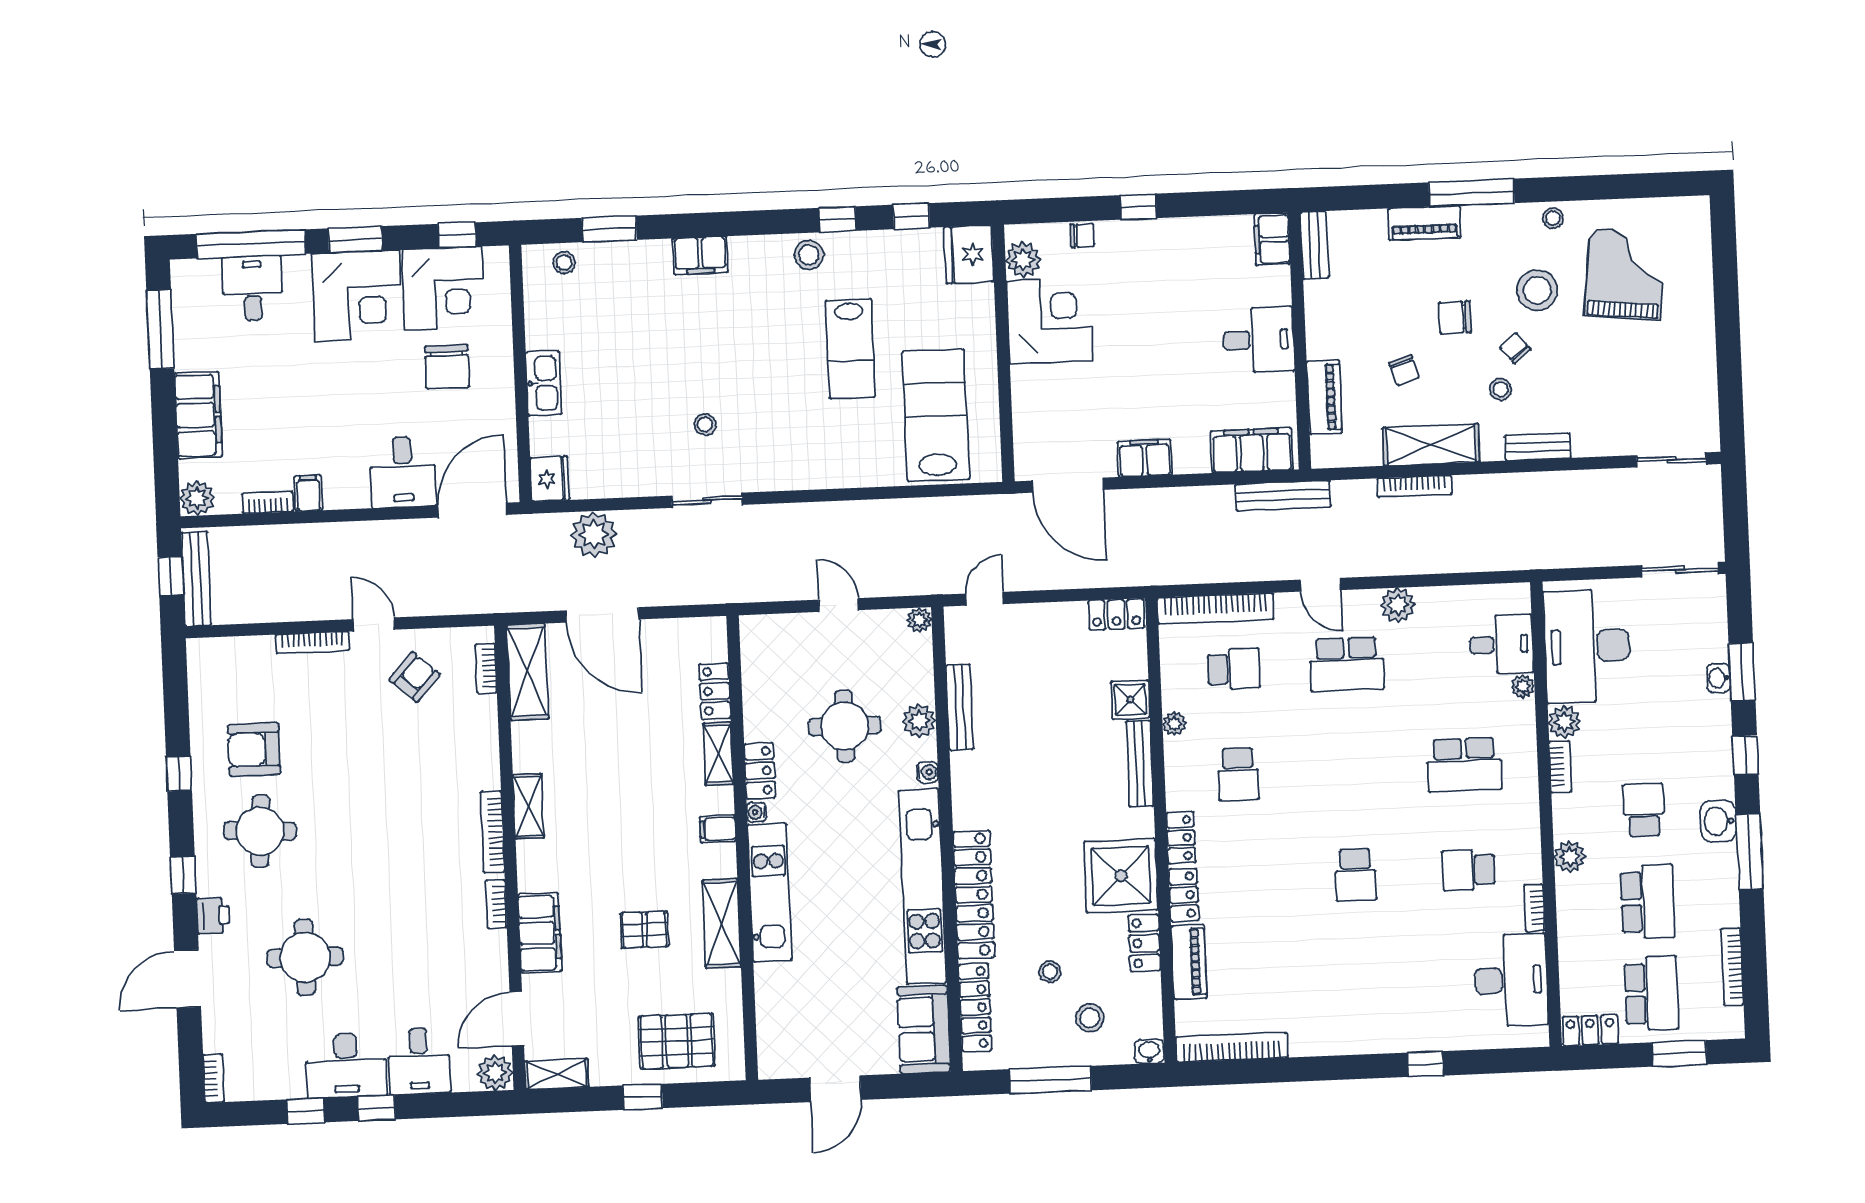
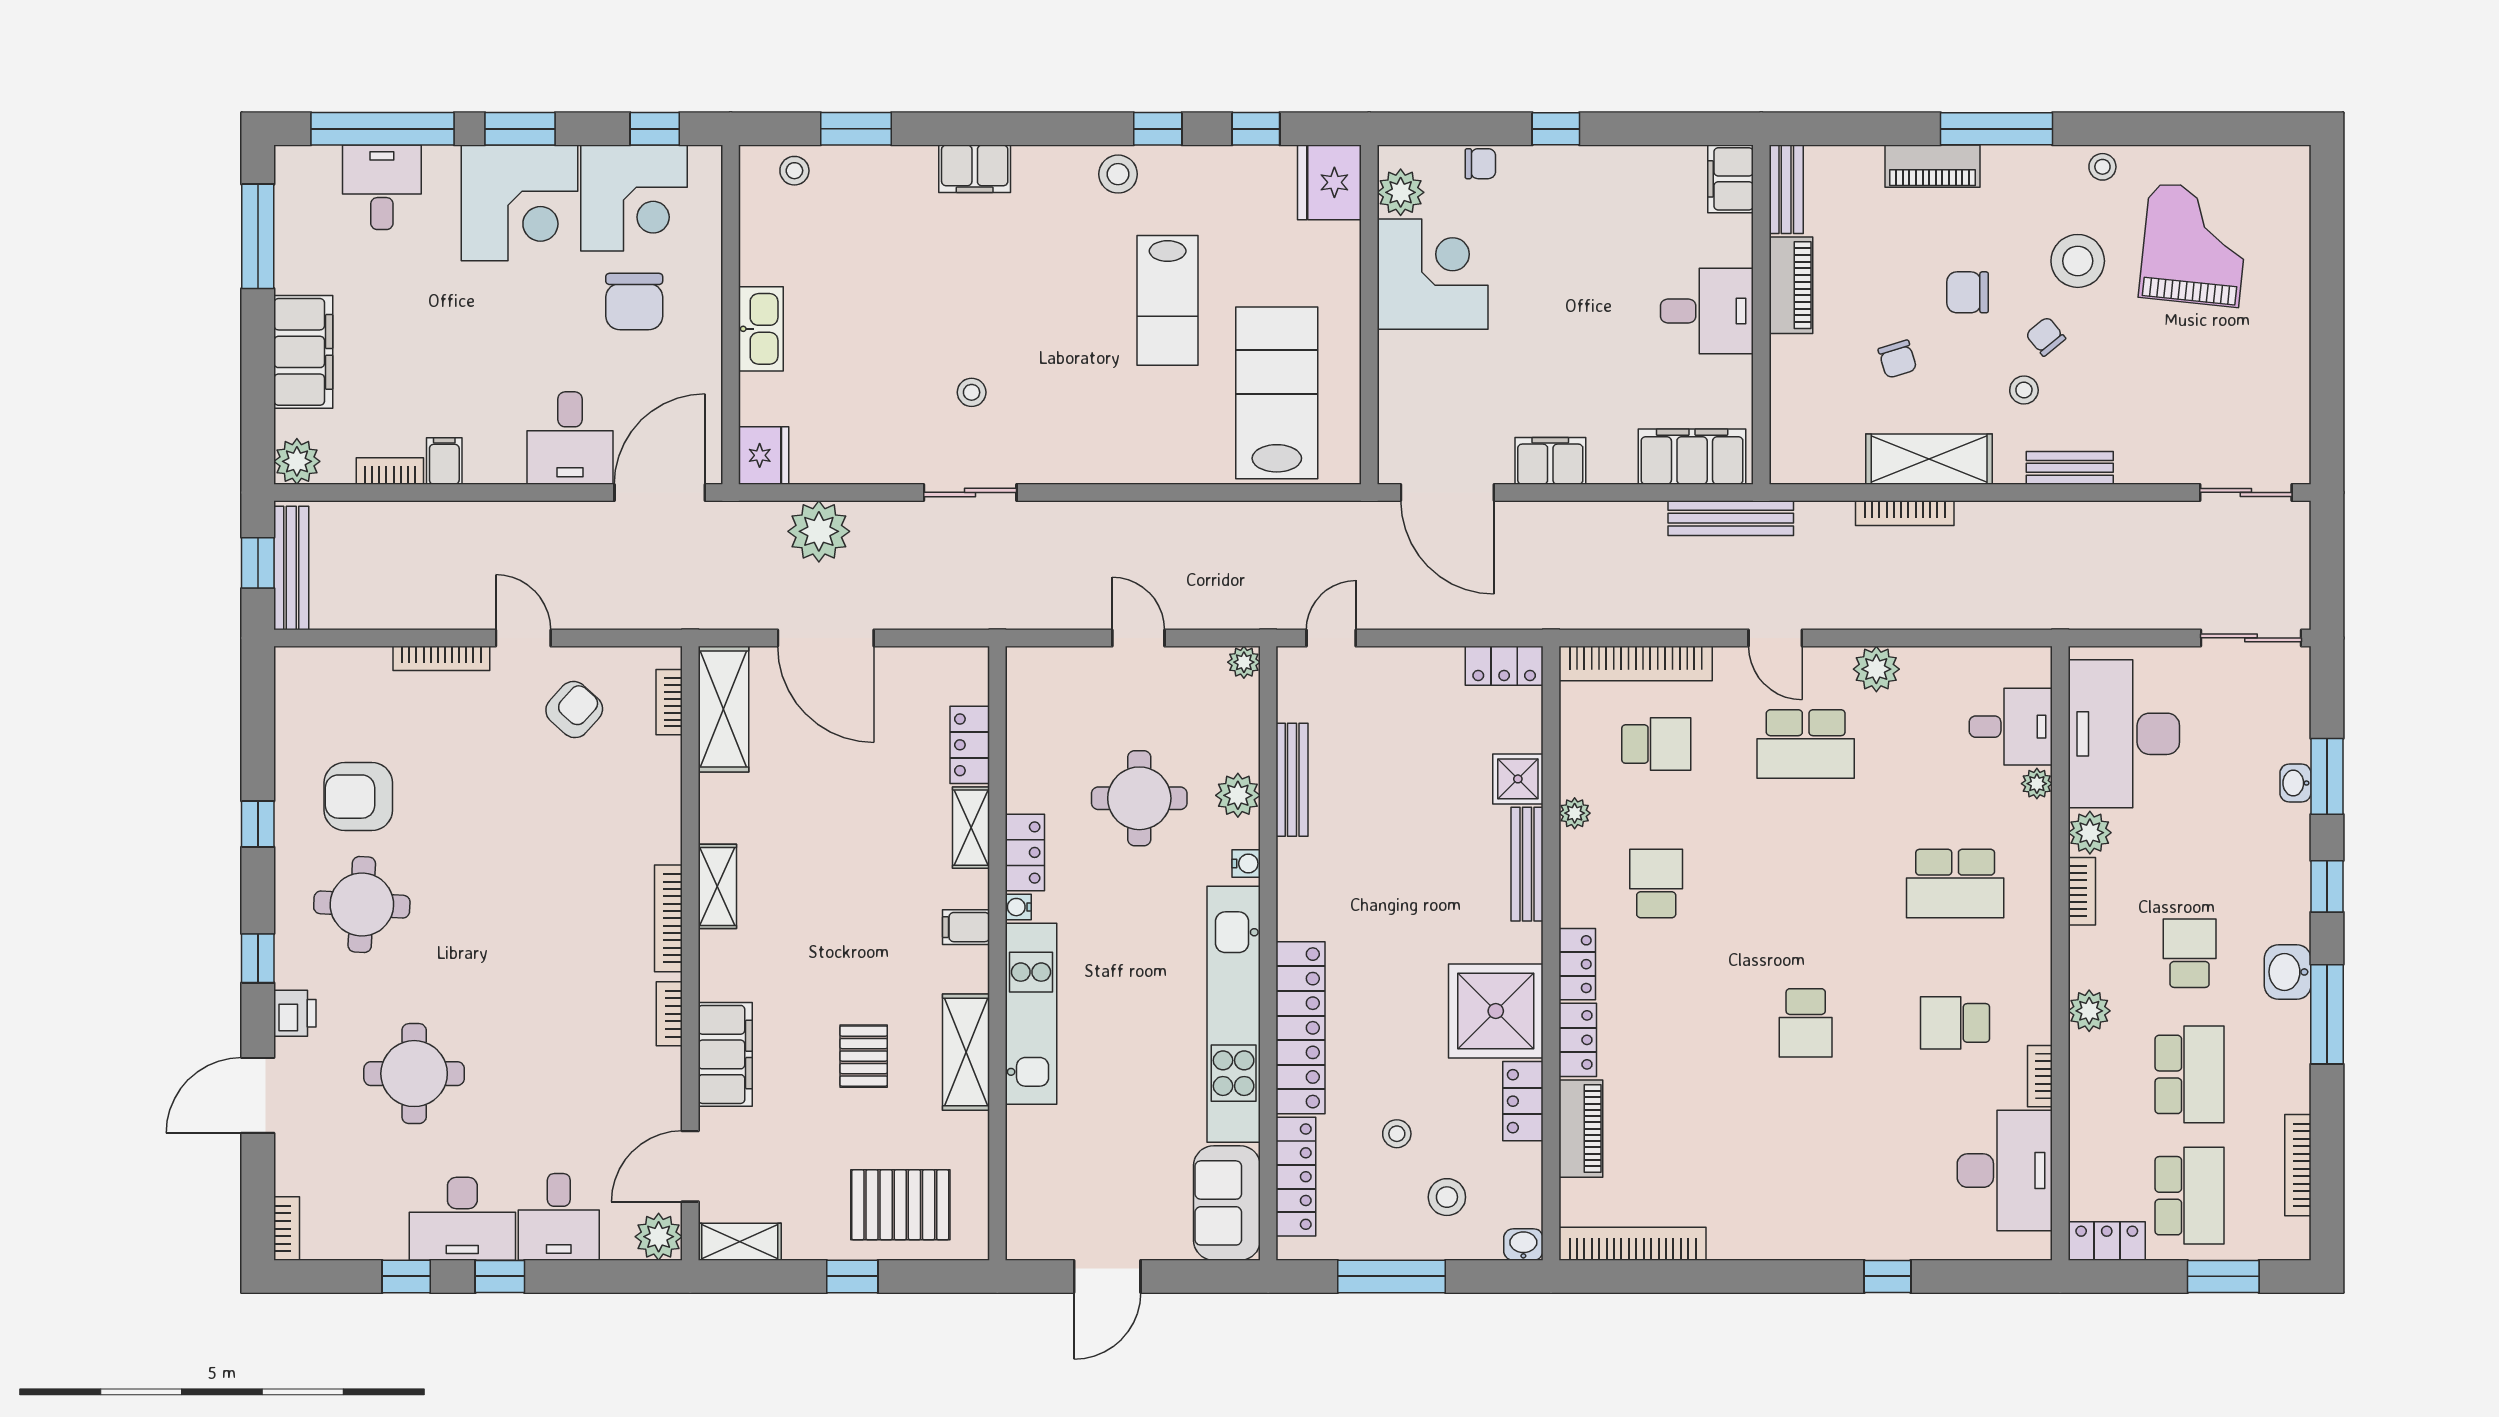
piano: (1324, 397) -> (1791, 285), moved
school desk: (1238, 774) -> (1656, 883), turned 180
pallet: (644, 930) -> (864, 1056), turned 90

